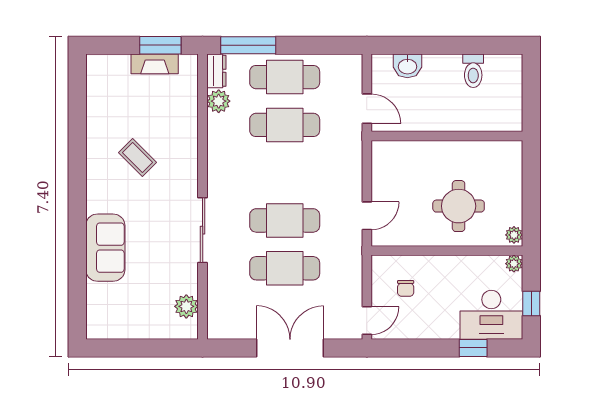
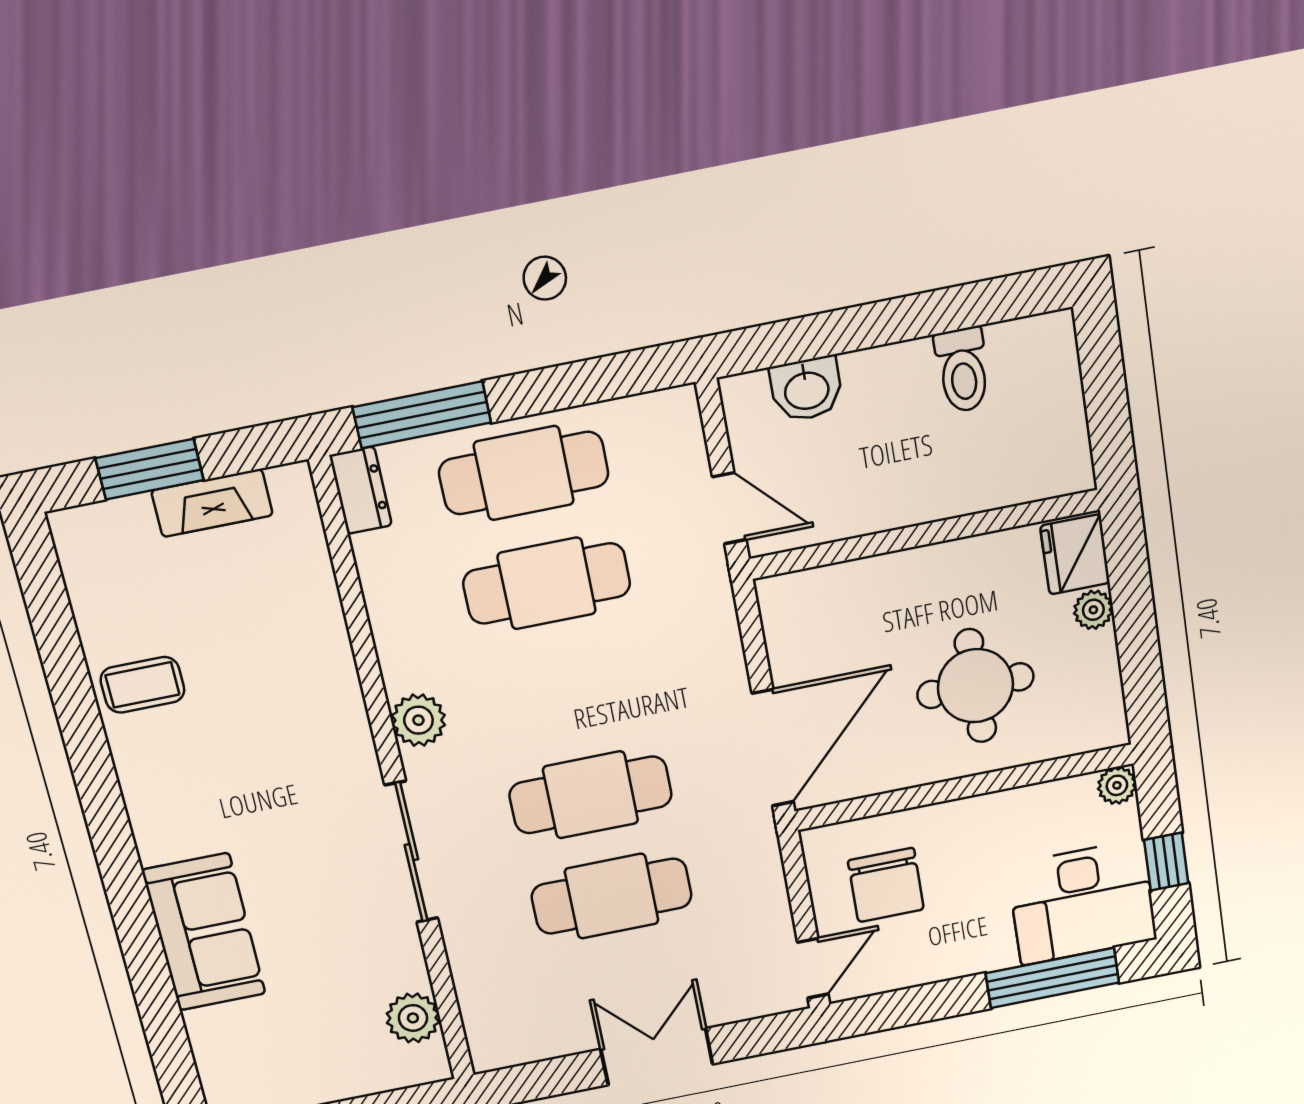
window: (160, 45) -> (150, 469), moved
plant: (219, 101) -> (418, 720), moved
fridge: (509, 157) -> (1075, 554), added
coffee table: (138, 158) -> (142, 685), moved, turned -45
door: (367, 216) -> (773, 748), width x1.87
plant: (514, 235) -> (1093, 610), moved
chair: (406, 288) -> (886, 885), width x1.87, depth x1.87
double door: (290, 348) -> (657, 1057), width x0.73
window: (473, 348) -> (1052, 978), width x2.17

